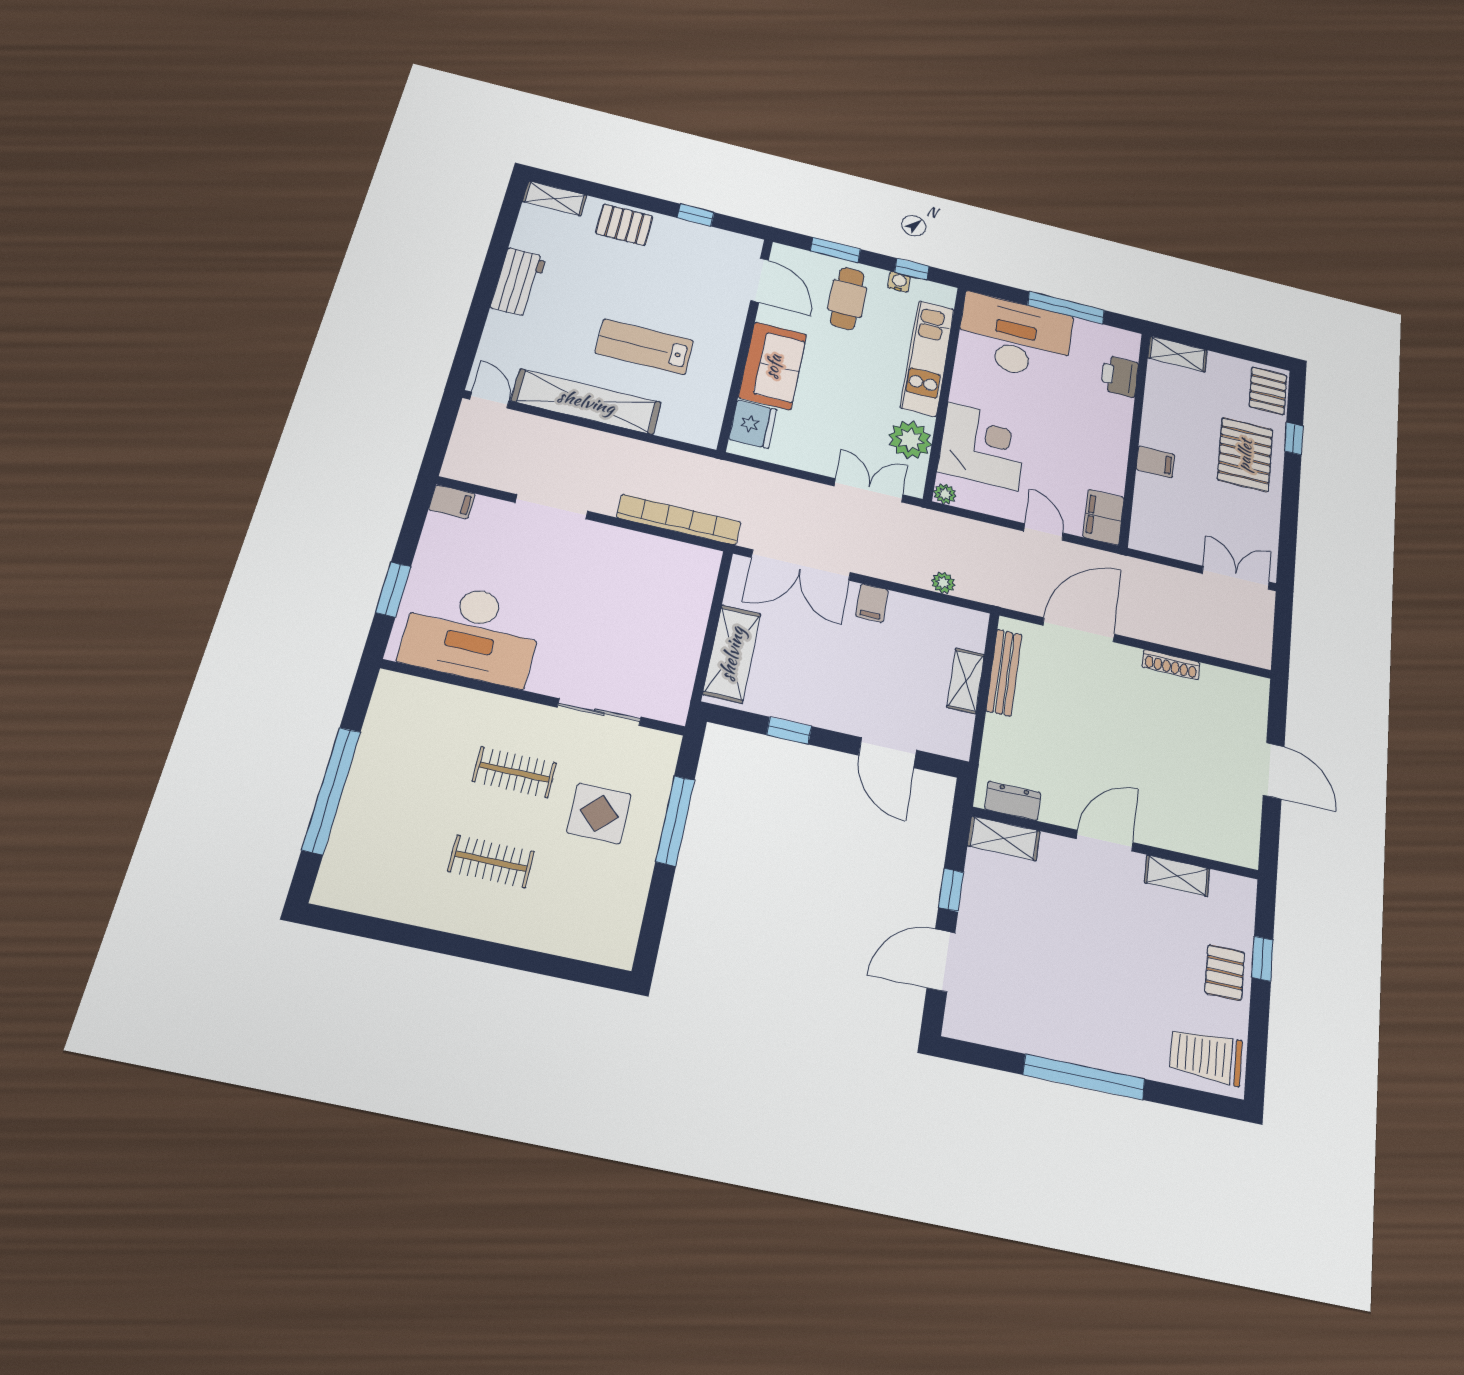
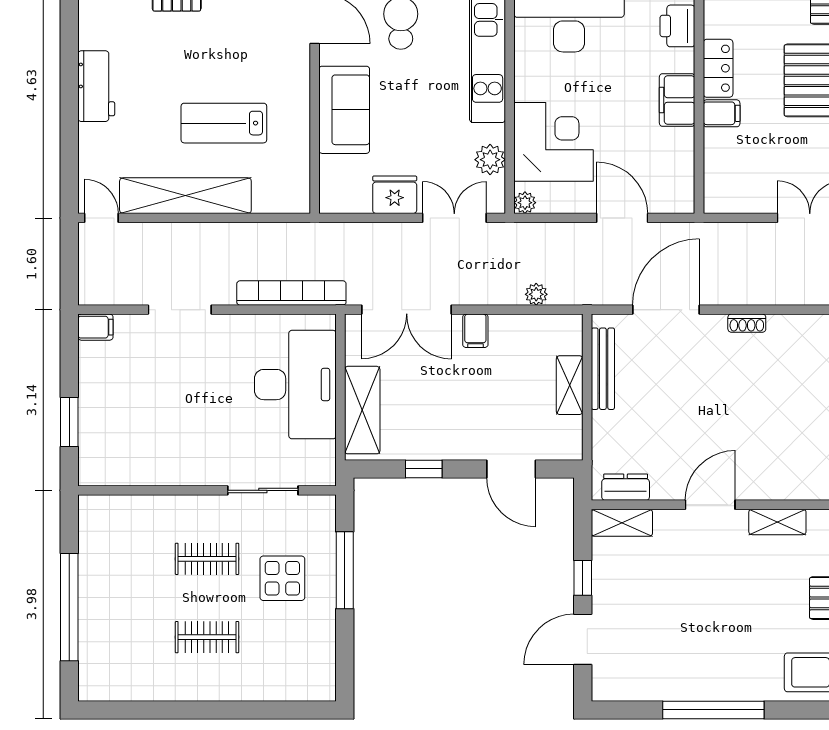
locker: (1156, 422) -> (718, 68), added
fridge: (753, 424) -> (395, 195), moved, turned -90
plant: (910, 440) -> (490, 160), width x0.73, depth x0.73
filing cabinet: (1104, 517) -> (677, 100), moved
door: (1044, 532) -> (622, 218), width x1.38
desk: (472, 633) -> (295, 385), moved, turned -90
shoe rack: (1171, 665) -> (747, 323), width x0.70

